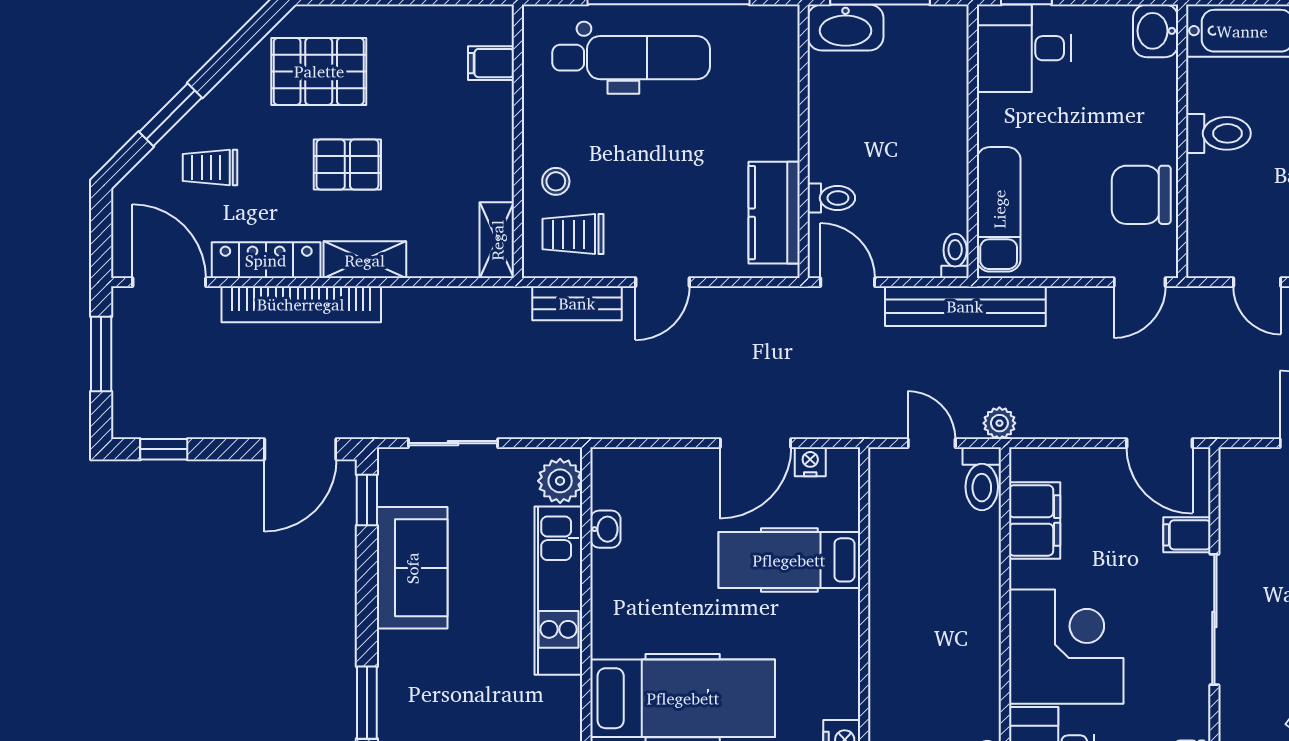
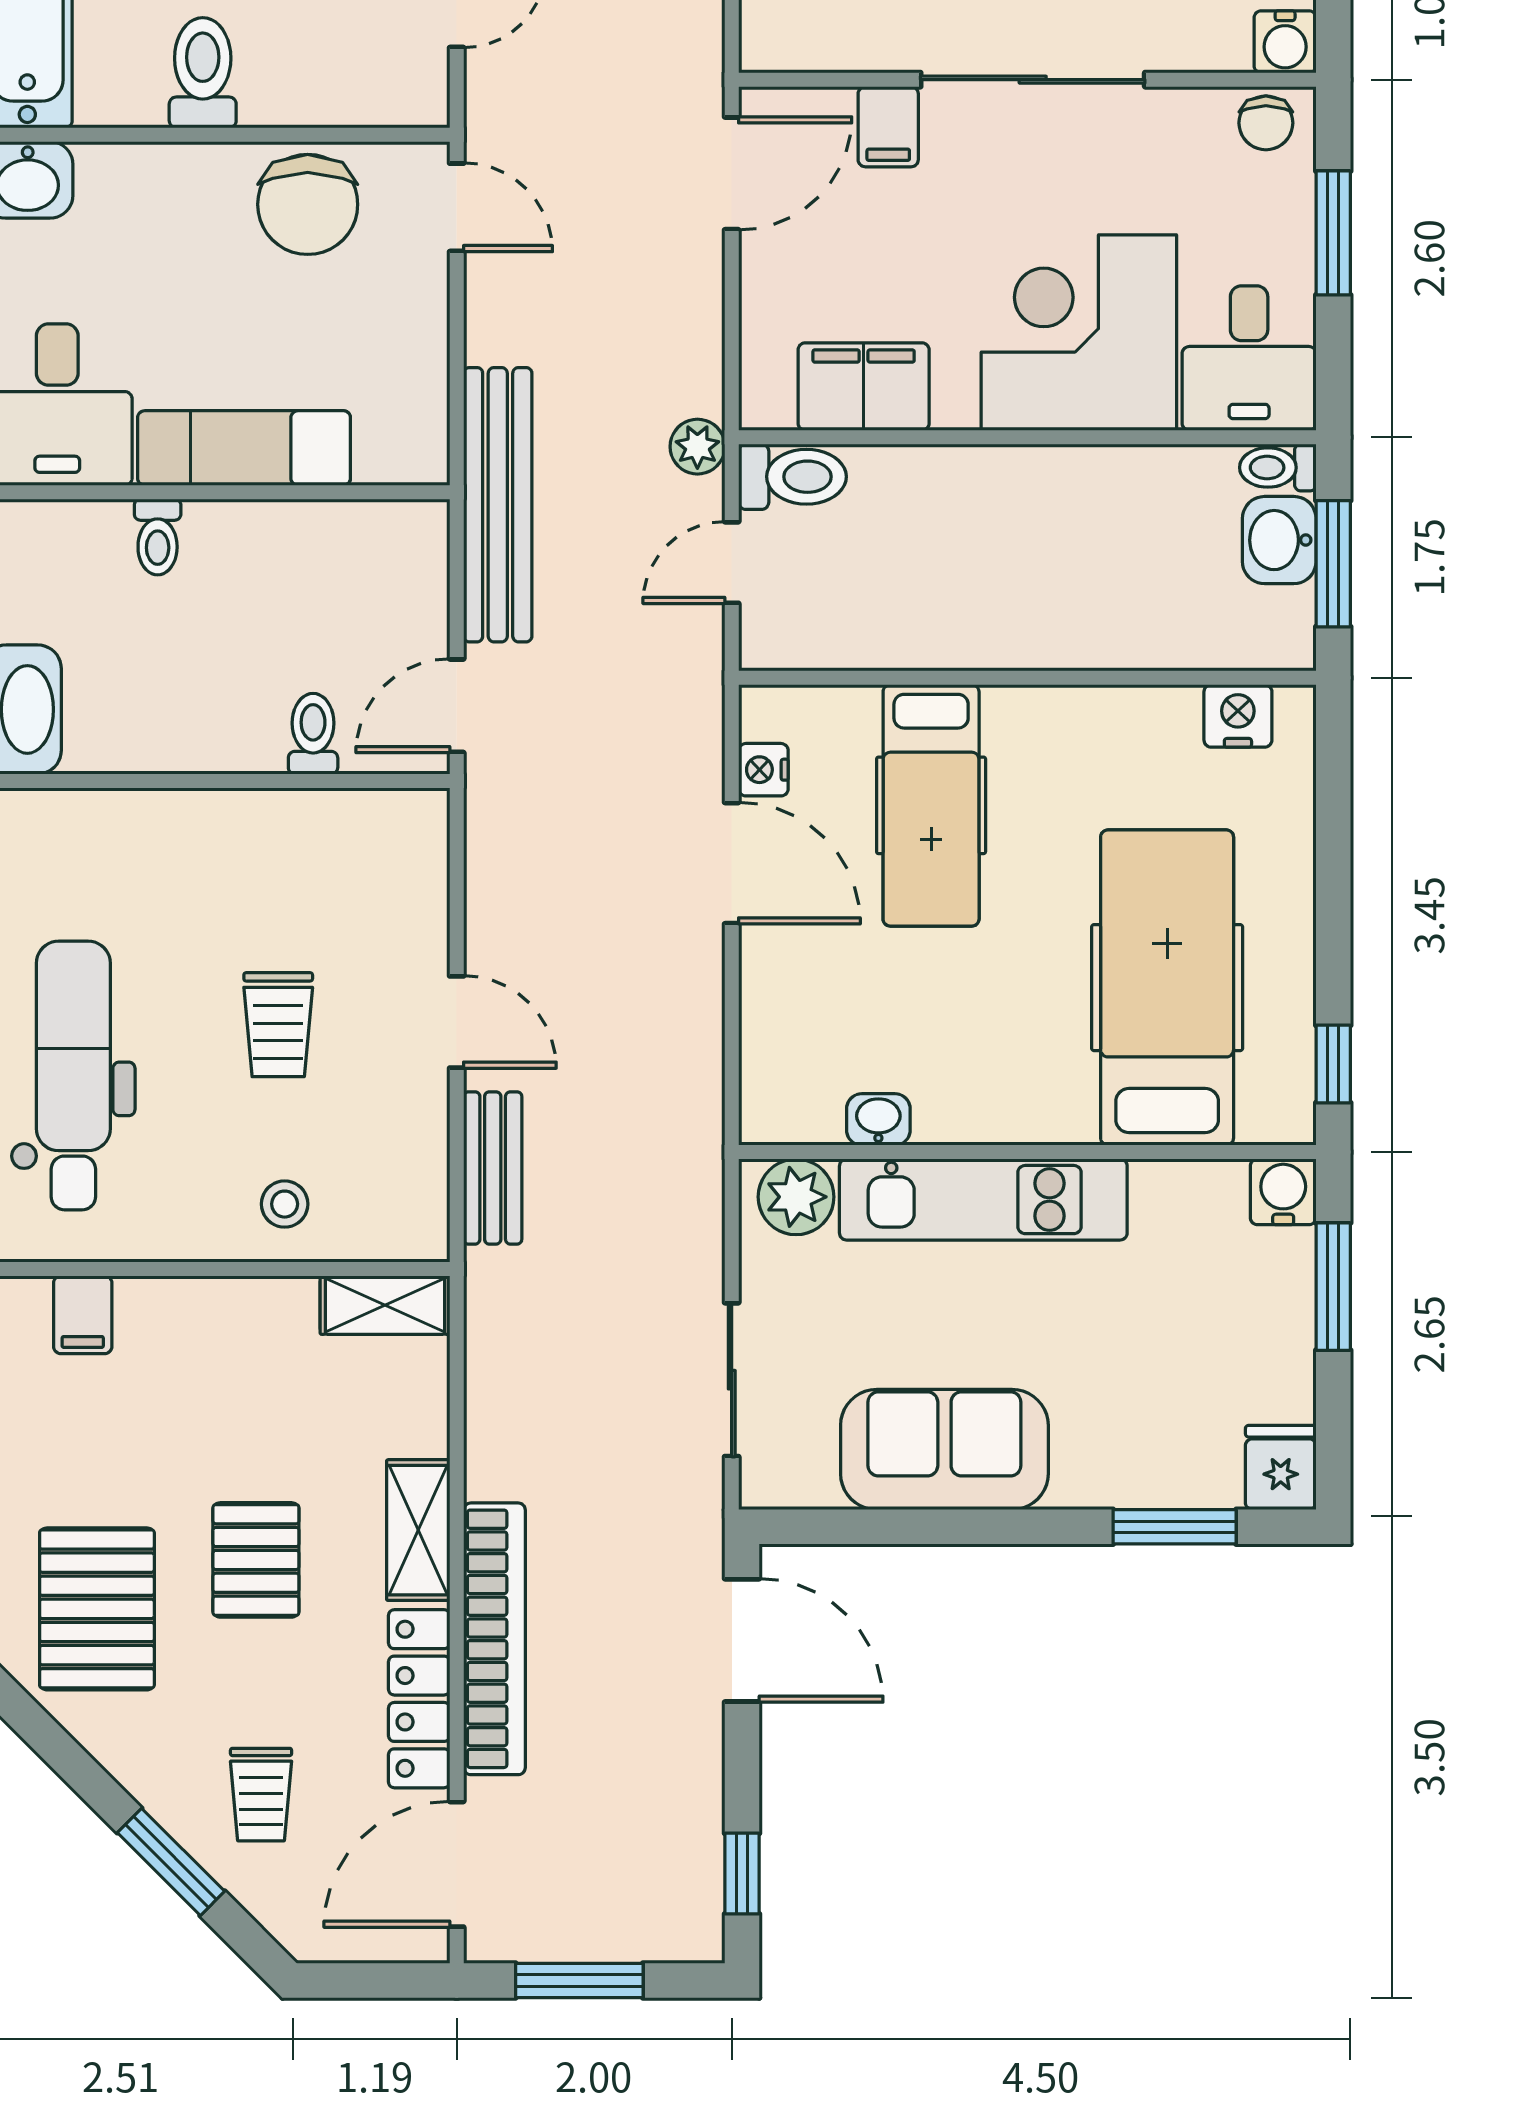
exam couch: (999, 209) -> (244, 448), moved
kitchen counter: (774, 213) -> (338, 831), removed
trolley: (573, 234) -> (278, 1025), moved
toilet: (955, 256) -> (158, 537), moved, turned -90
window: (367, 500) -> (829, 1527), removed

